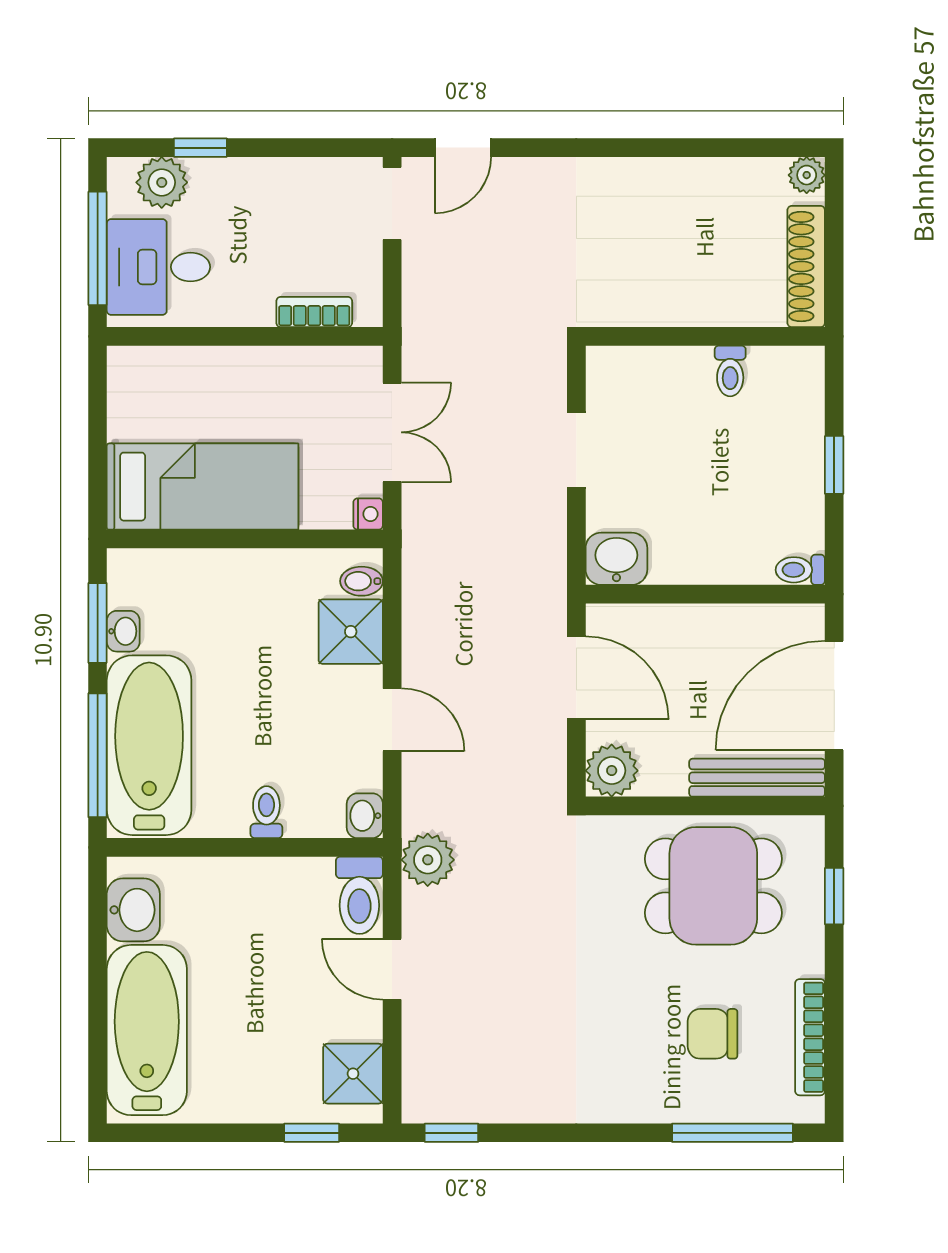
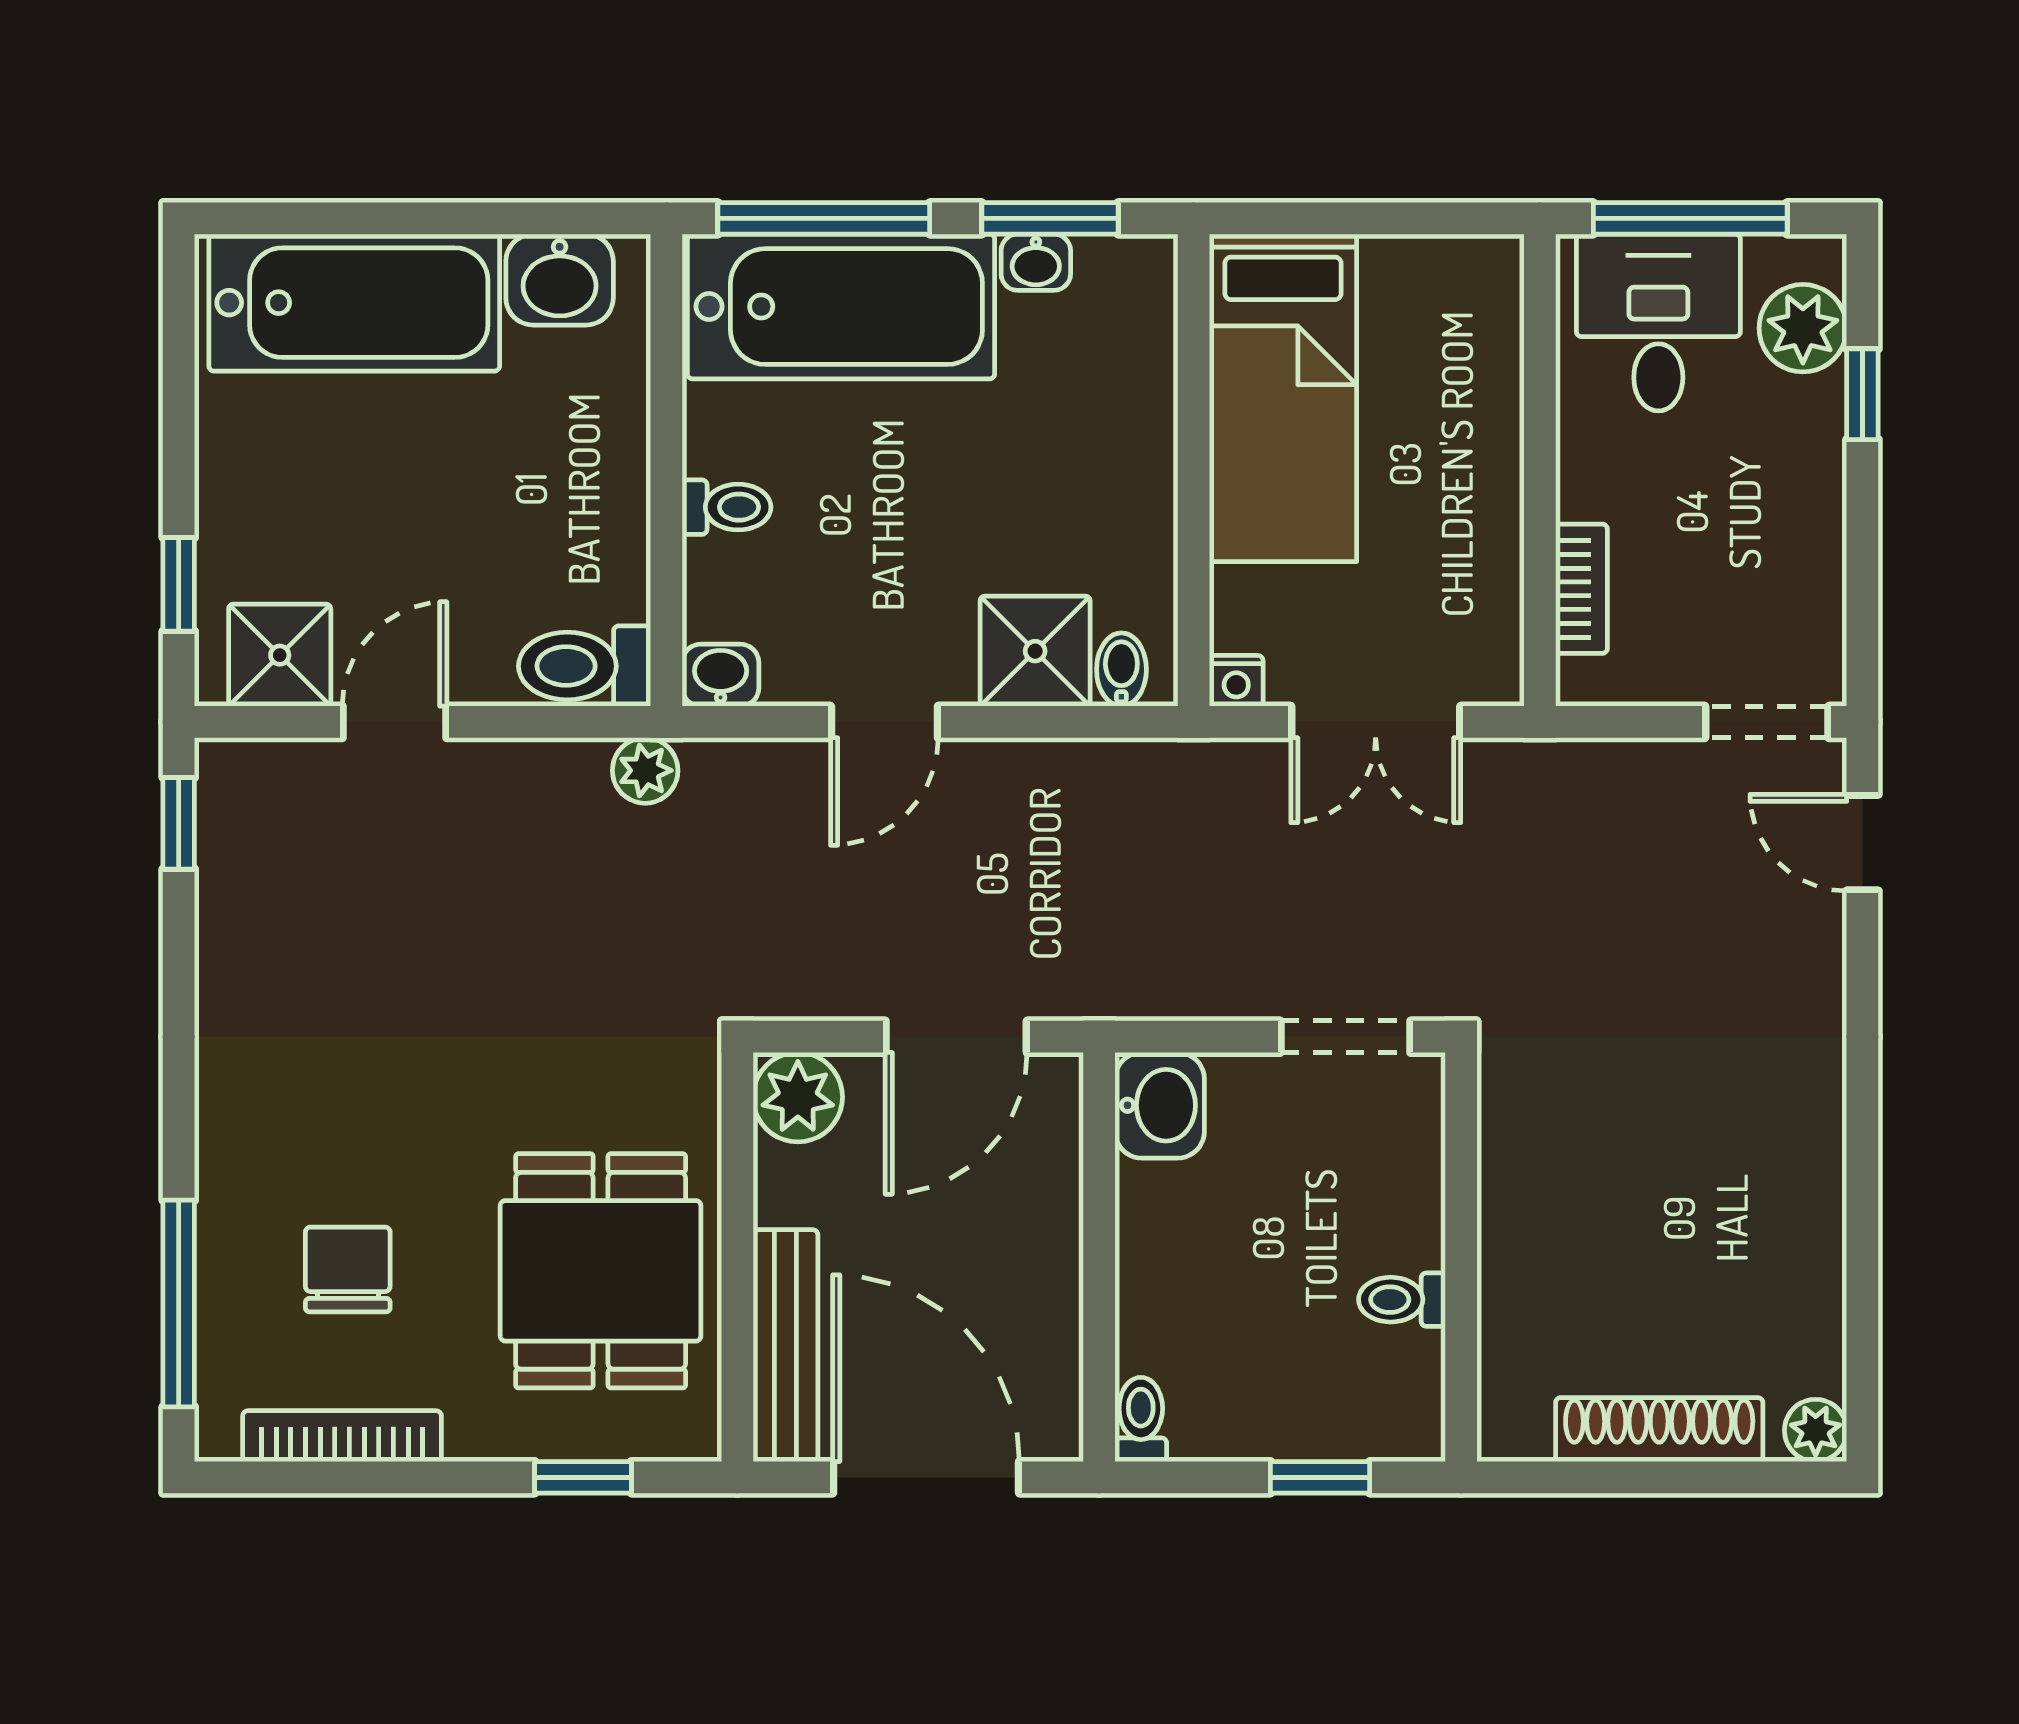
wall: (705, 336) -> (1461, 1257), moved
toilet: (730, 371) -> (1402, 1300), moved
plant: (428, 860) -> (645, 770), width x0.73, depth x0.73
door: (392, 969) -> (395, 722), moved

